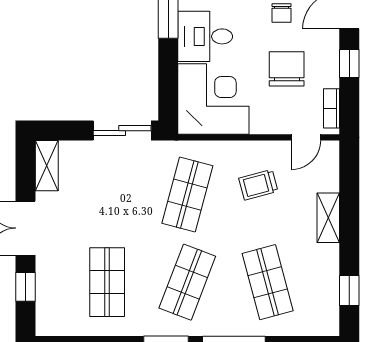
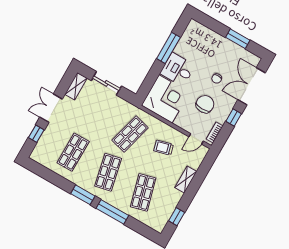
sliding door: (122, 131) -> (106, 83), moved
shop shelf: (187, 282) -> (108, 172), turned -33

